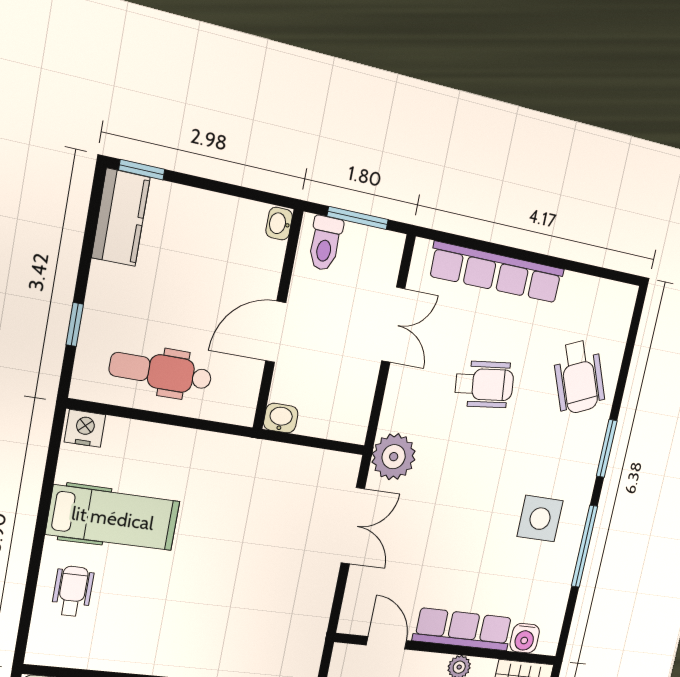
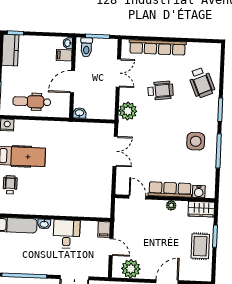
filing cabinet: (265, 256) -> (64, 55), added
plant: (394, 457) -> (128, 111), moved

